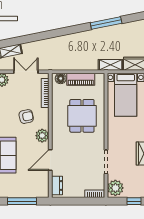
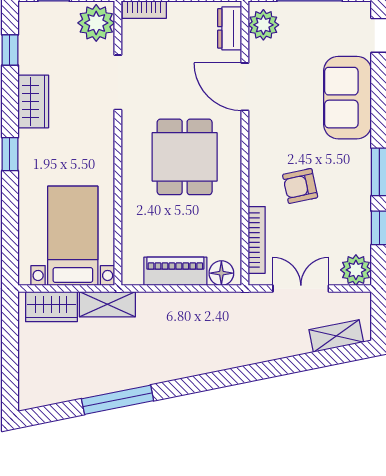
double door: (26, 72) -> (301, 289), swing flipped
dining table: (82, 116) -> (185, 157), moved
plant: (42, 136) -> (263, 25), moved
door: (50, 160) -> (245, 87), swing flipped

